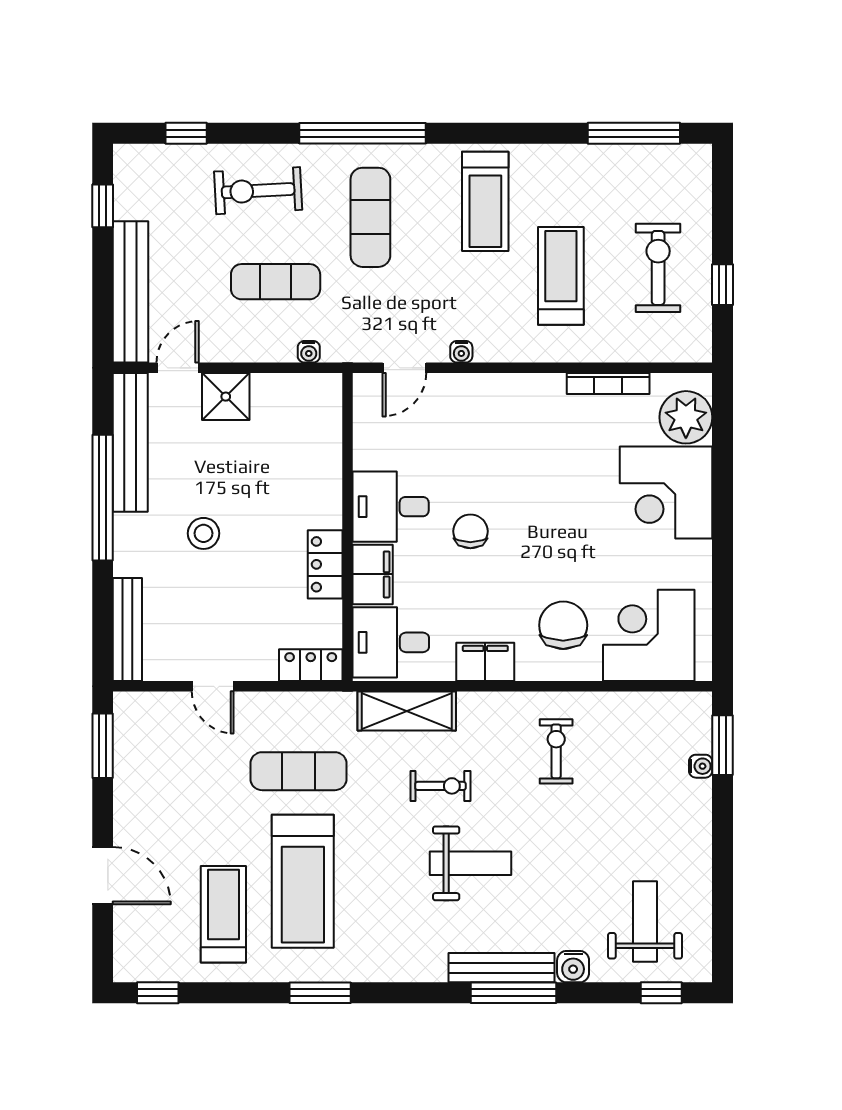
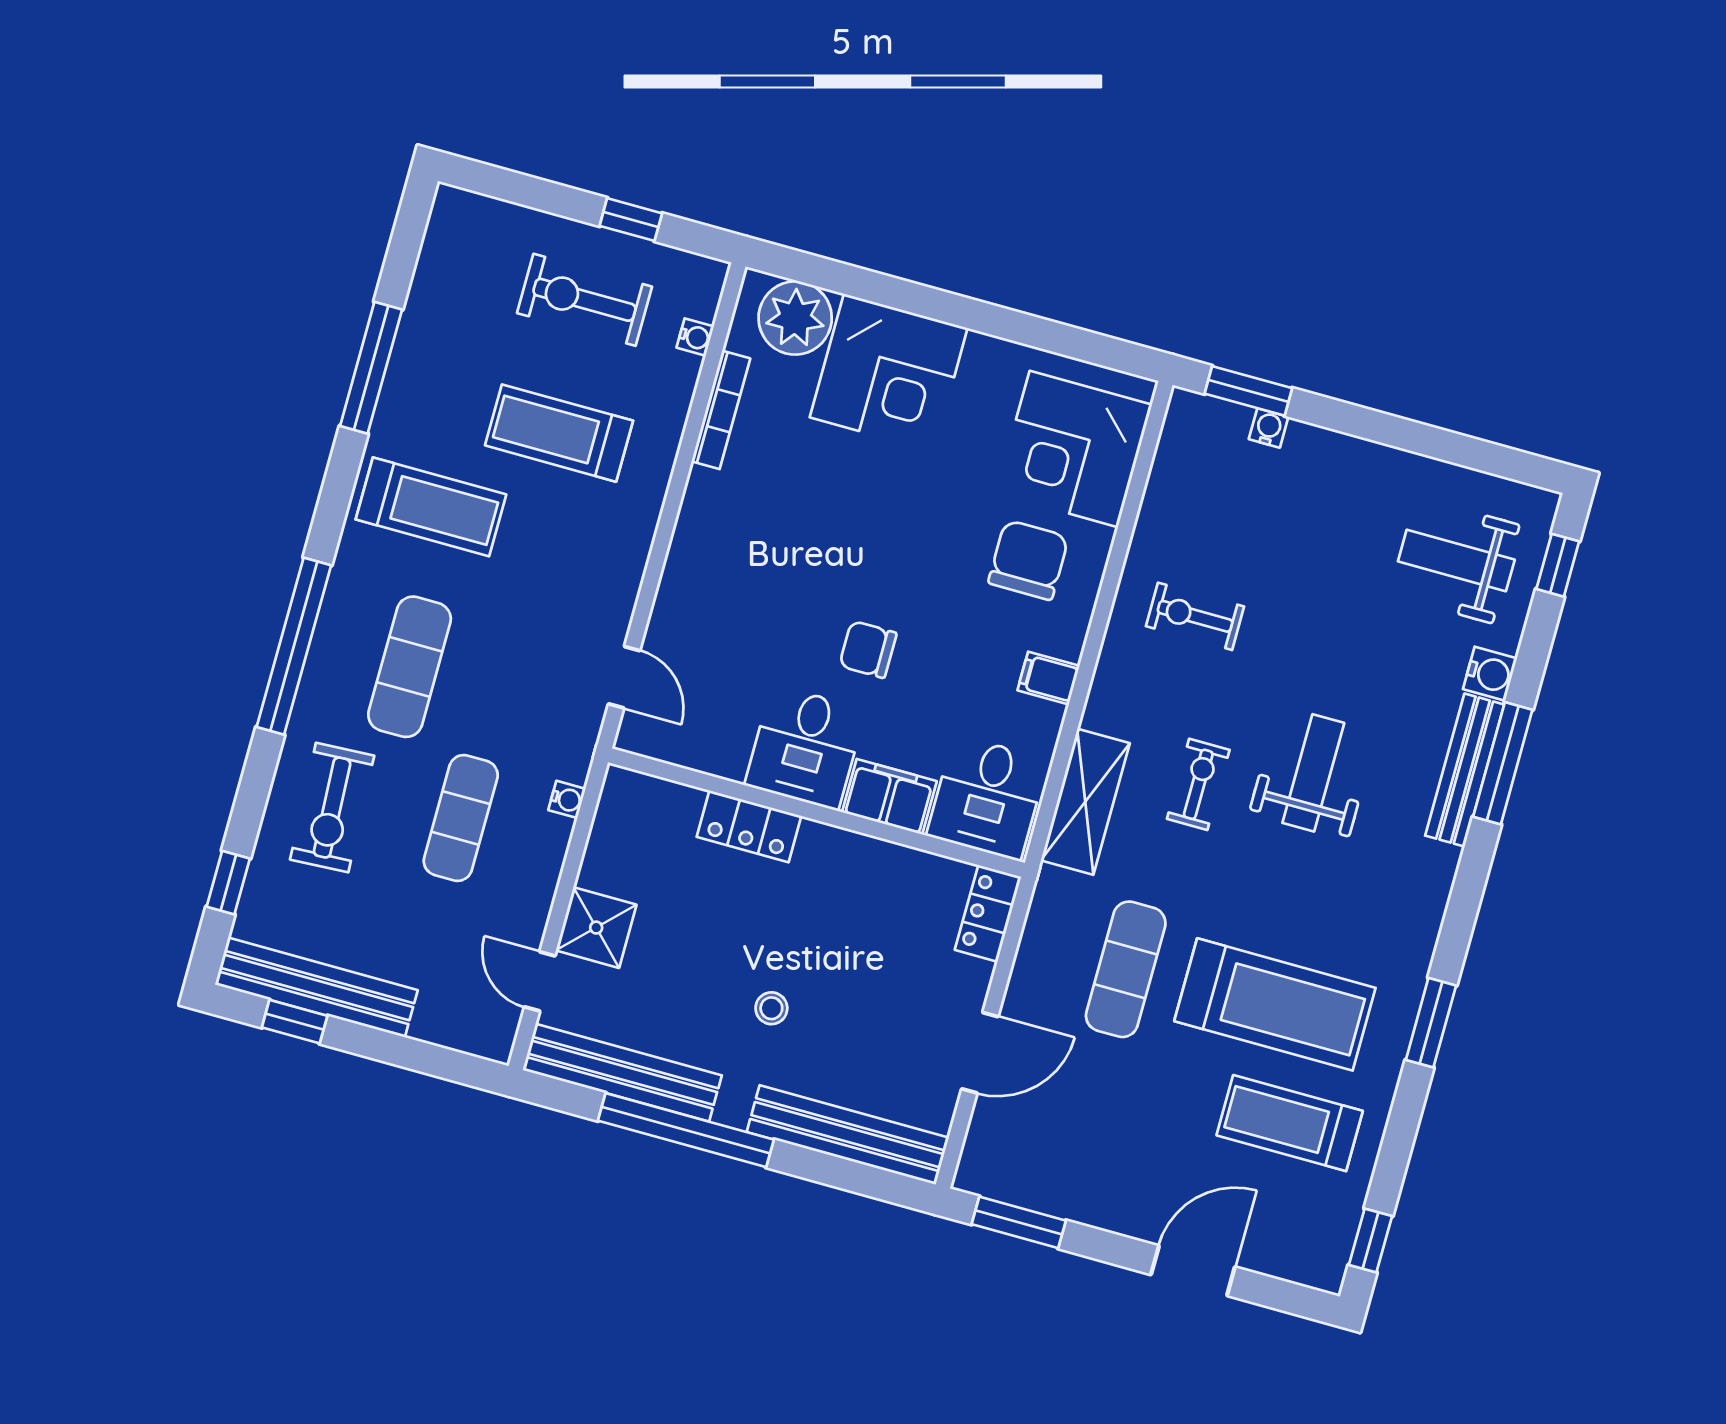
window: (634, 133) -> (371, 368), moved
exercise mat: (370, 217) -> (410, 667), turned 90
bench: (131, 292) -> (316, 987), moved
water cooler: (461, 352) -> (695, 337), moved
stool: (204, 533) -> (771, 1008), width x0.73, depth x0.73
locker: (325, 564) -> (749, 826), moved
chair: (563, 625) -> (1028, 560), turned 90
bench: (127, 629) -> (848, 1135), width x1.37, depth x1.21
filing cabinet: (485, 662) -> (1049, 678), width x0.50
door: (213, 686) -> (980, 1053), width x1.38

